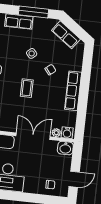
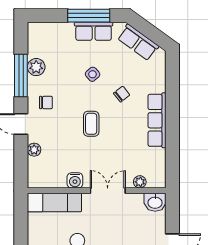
row of seats: (19, 21) -> (94, 31), moved
water cooler: (67, 133) -> (75, 180), moved
double door: (33, 136) -> (108, 191), width x0.73

